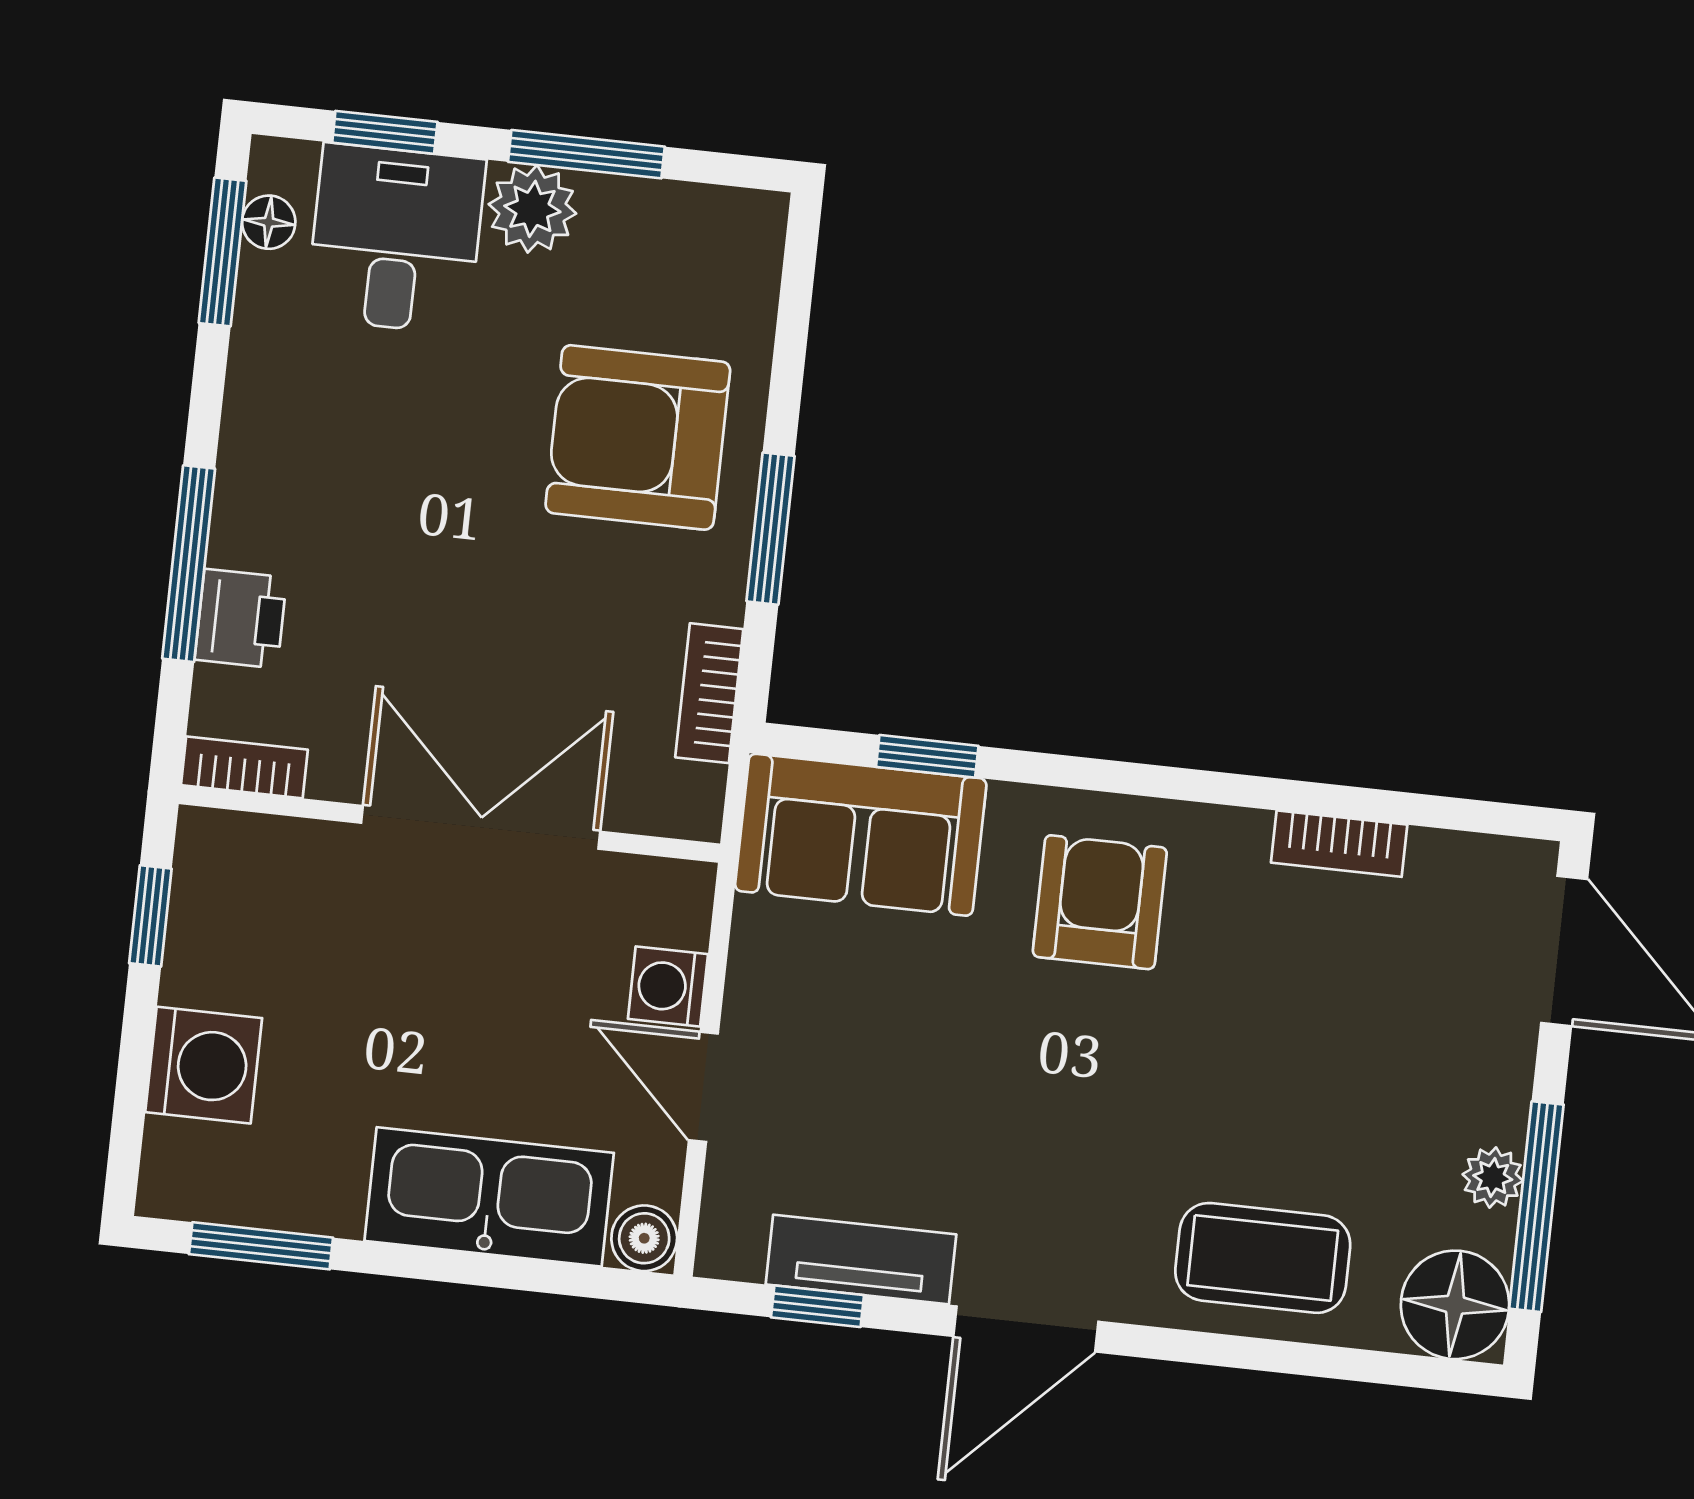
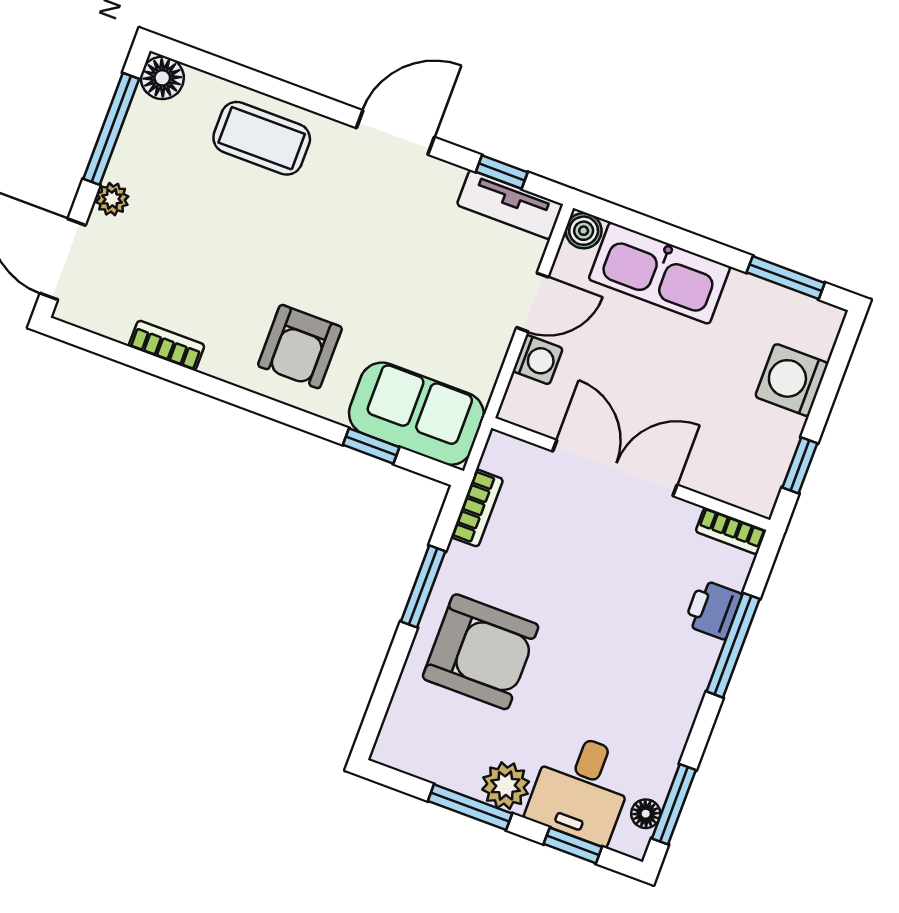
double door: (481, 827) -> (615, 468), swing flipped
door: (703, 1087) -> (532, 302), hinge flipped
plant: (1493, 1177) -> (112, 199), moved
tv unit: (861, 1259) -> (510, 205), moved
floor lamp: (1455, 1305) -> (162, 78), width x0.73, depth x0.73

